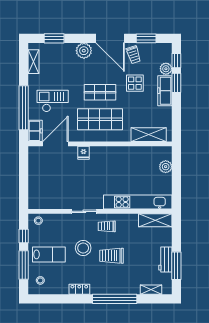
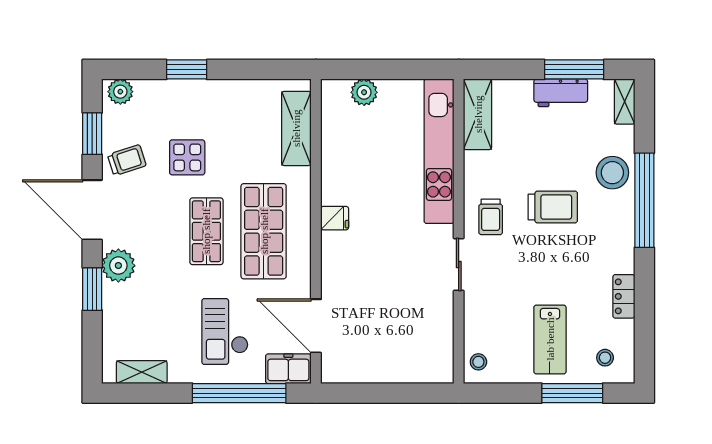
window: (54, 38) -> (92, 289), moved
door: (110, 38) -> (92, 210), swing flipped
window: (176, 61) -> (140, 69), removed
plant: (166, 69) -> (120, 92), moved
freezer: (165, 91) -> (203, 94), removed
fridge: (84, 153) -> (335, 218), moved
window: (24, 236) -> (511, 393), removed
stool: (83, 248) -> (612, 173), moved
lab bench: (49, 254) -> (550, 339), turned 180
trolley: (111, 256) -> (553, 207), turned -90
locker: (79, 289) -> (624, 296), moved
shelving: (151, 290) -> (625, 102), moved

